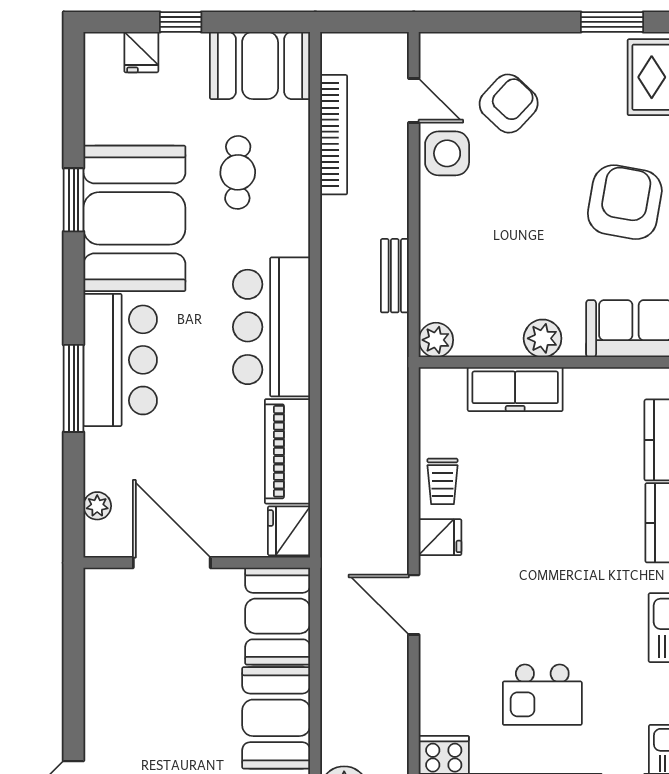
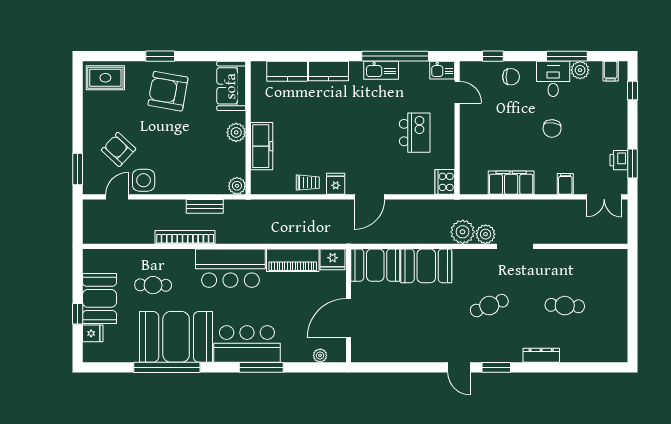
window: (612, 22) -> (78, 169), moved
booth: (260, 65) -> (99, 298), moved
bookcase: (334, 135) -> (185, 237), moved
window: (74, 200) -> (167, 367), width x2.11

